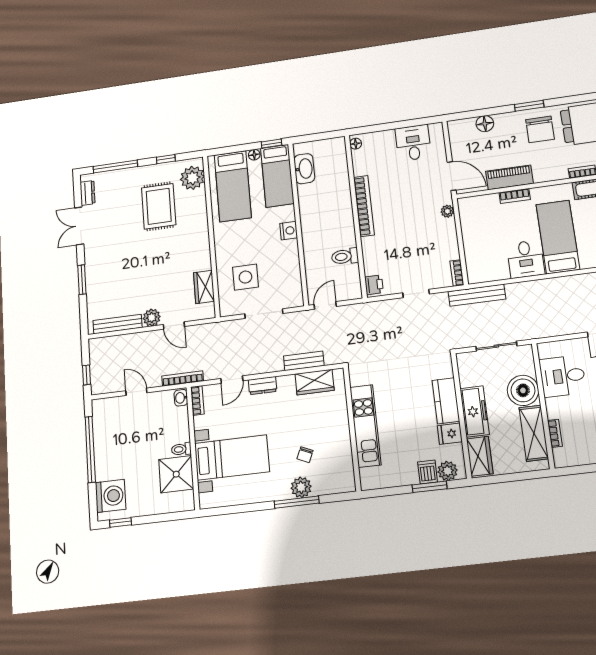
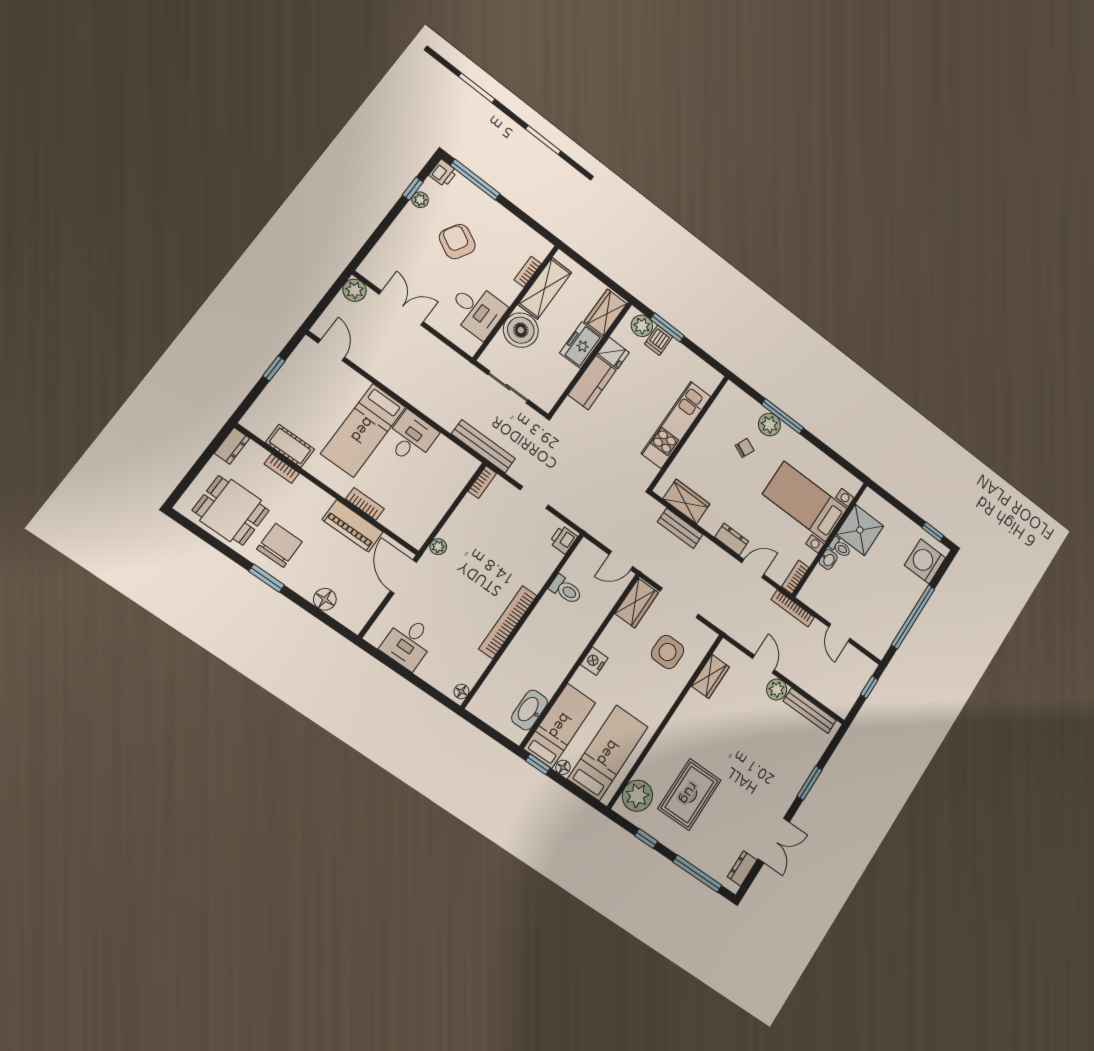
wardrobe: (292, 289) -> (637, 603), added
washbasin: (181, 398) -> (828, 559), moved
freezer: (475, 411) -> (581, 345), width x0.71

